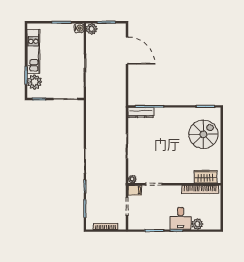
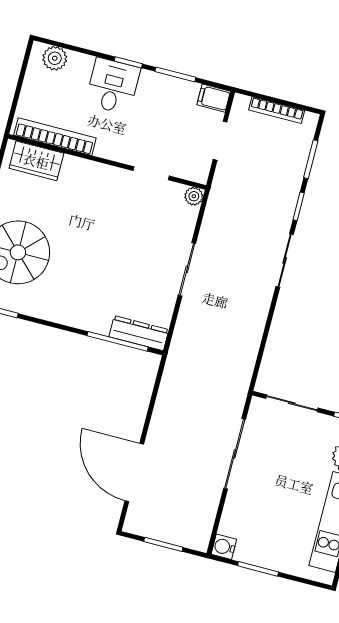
plant: (92, 29) -> (198, 538), removed
filing cabinet: (135, 190) -> (214, 98), moved
plant: (197, 224) -> (55, 58), moved

